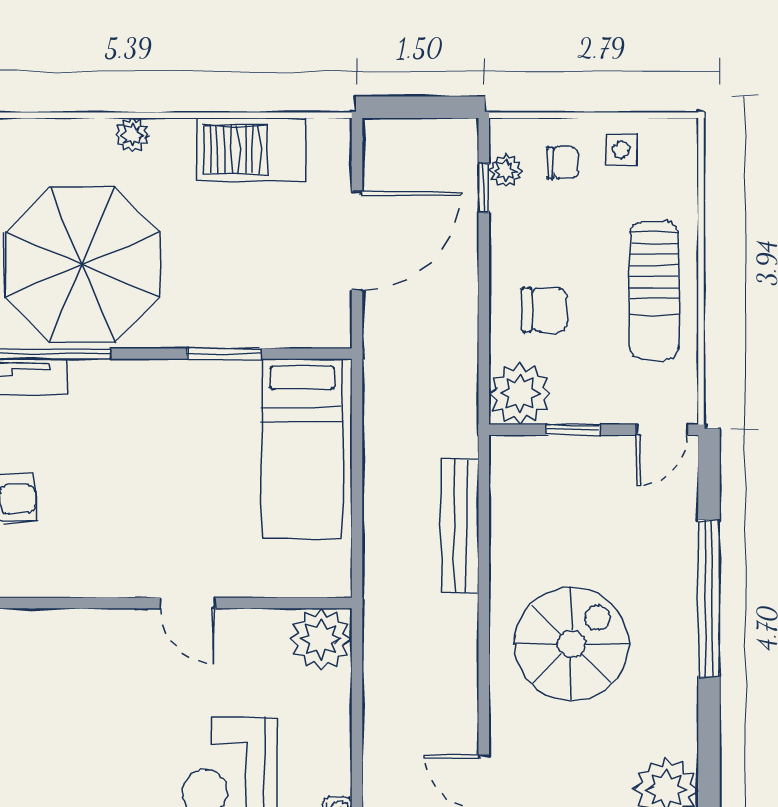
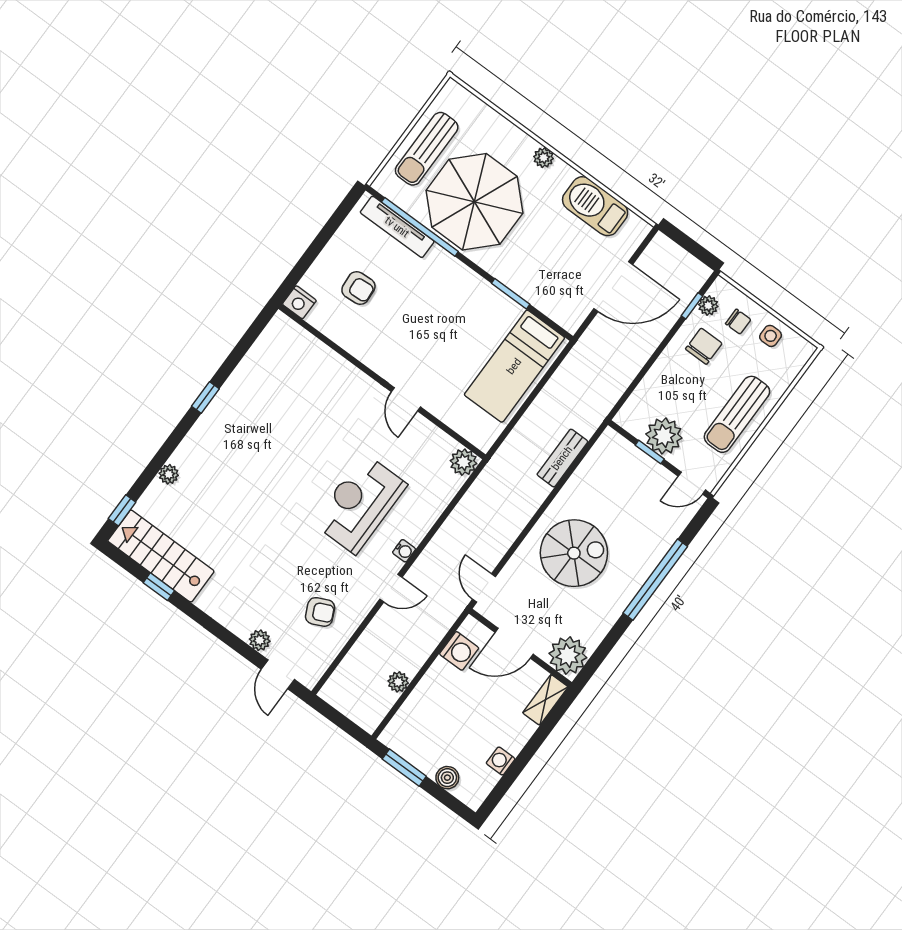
chair: (545, 310) -> (704, 346), moved, turned -90
plant: (520, 394) -> (664, 436), moved
bench: (460, 526) -> (562, 458), width x0.73
plant: (321, 639) -> (463, 462), width x0.73, depth x0.73

